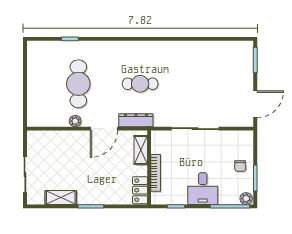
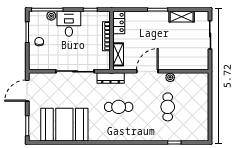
booth: (208, 62) -> (64, 125), added
cafe table: (78, 84) -> (168, 107), width x0.73, depth x0.74
dresser: (136, 120) -> (111, 78), moved
plant: (246, 199) -> (51, 16), moved

